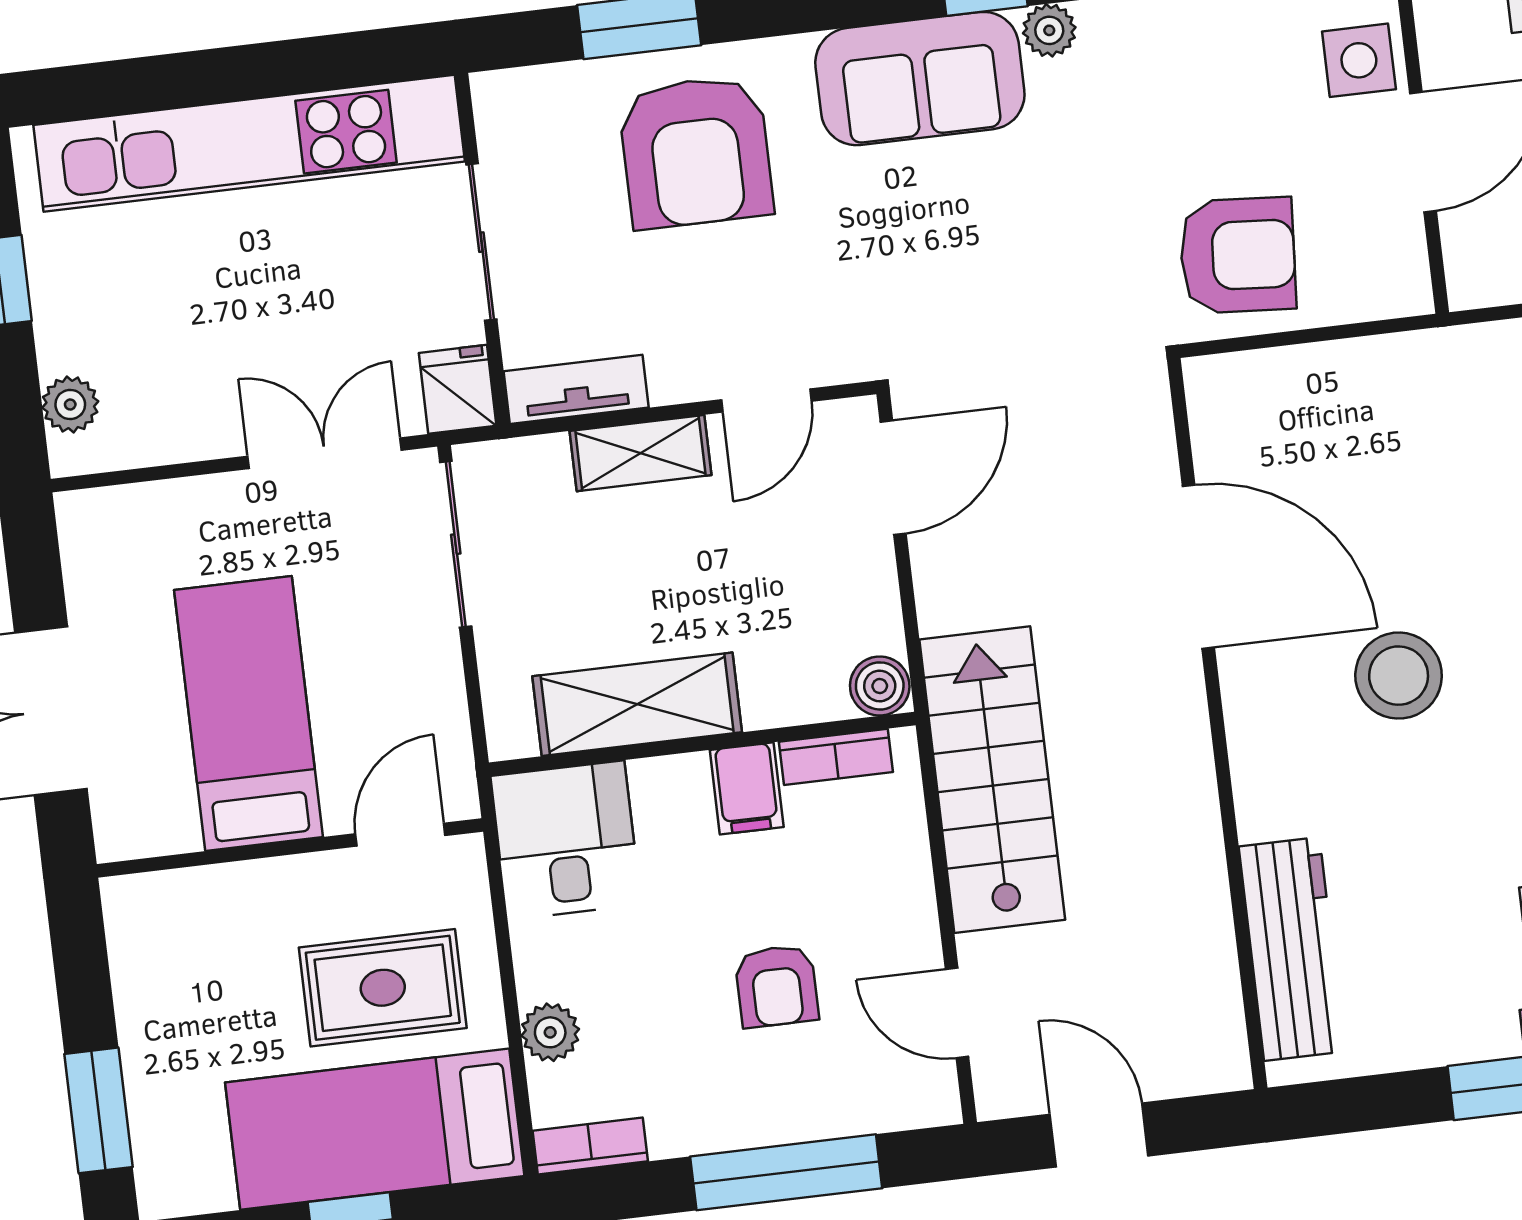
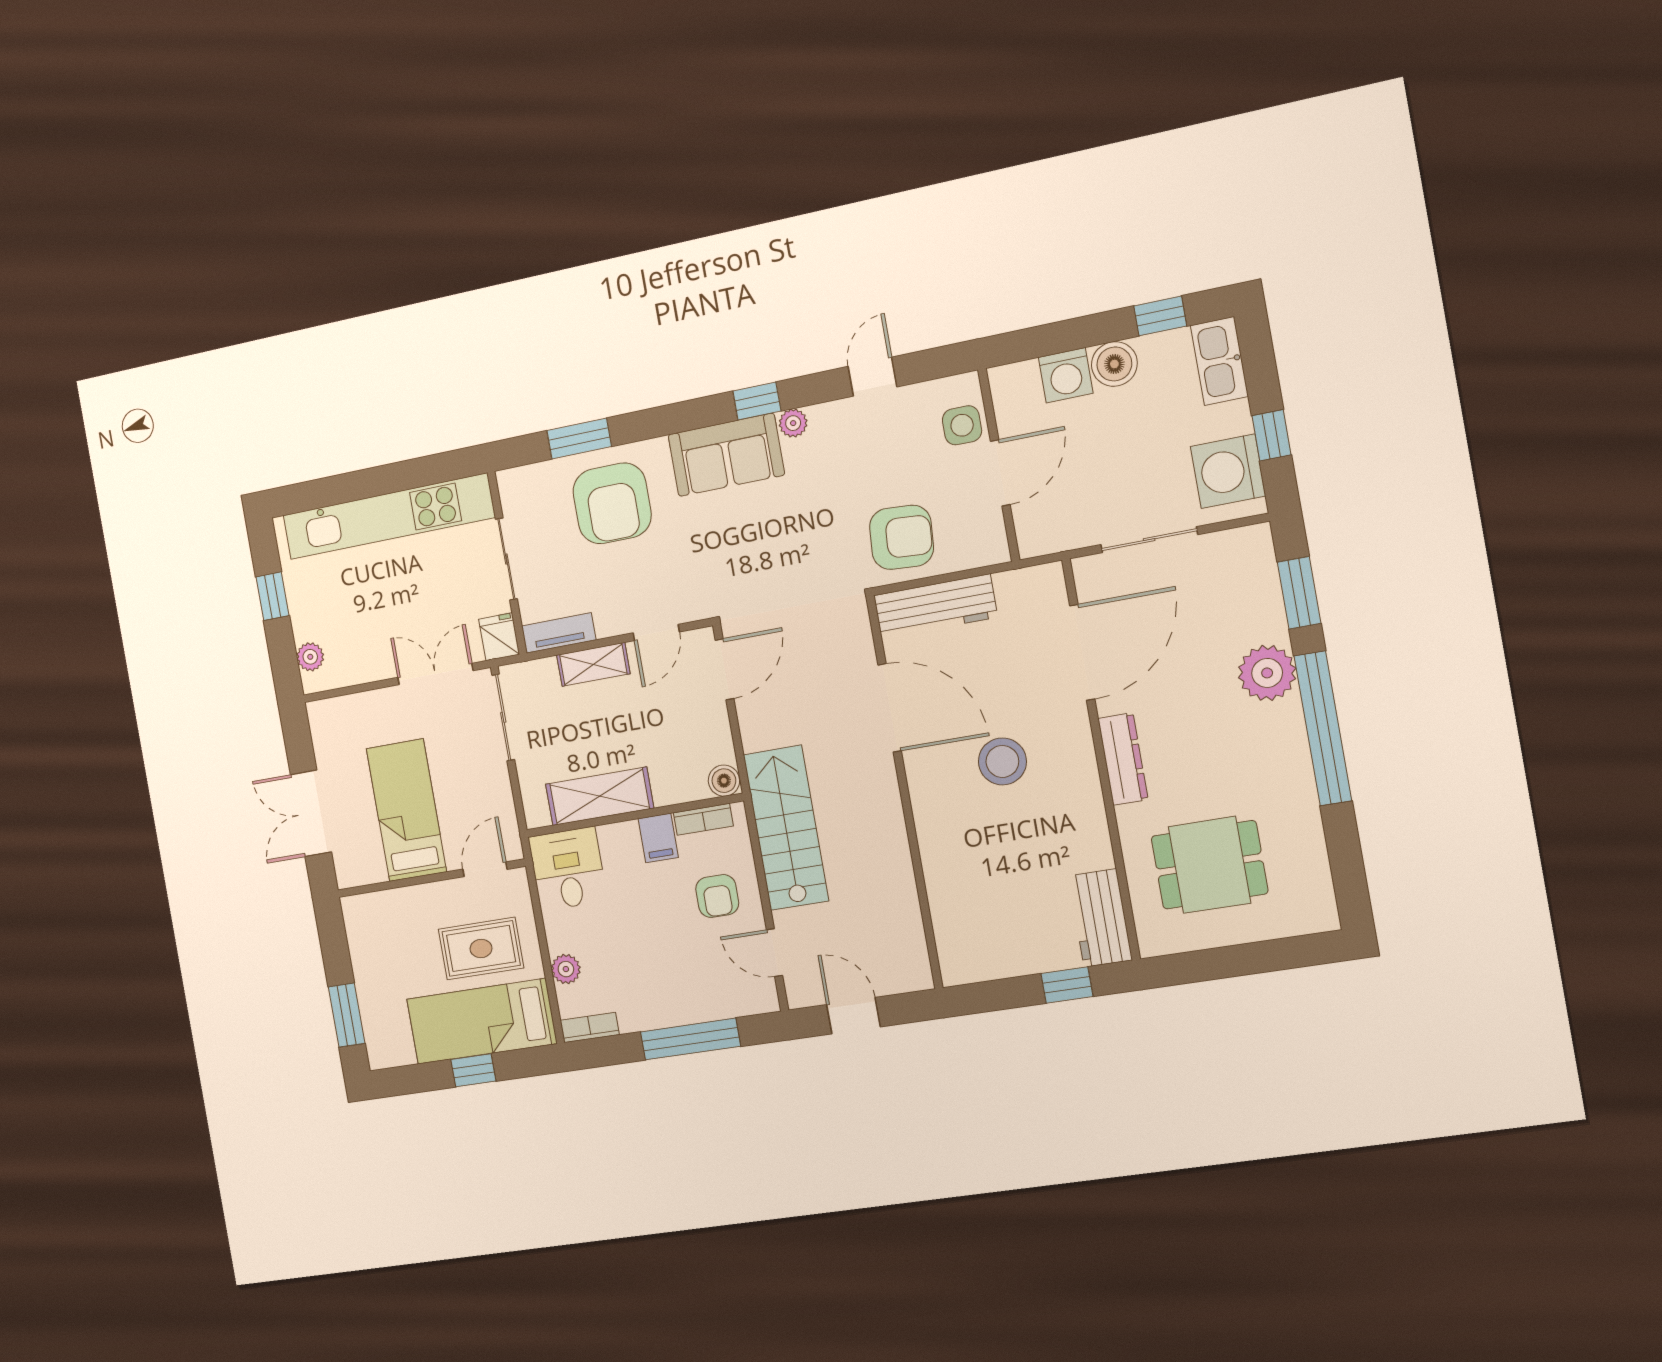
workbench: (1292, 949) -> (935, 606), moved, turned 90
armchair: (777, 986) -> (717, 896), moved

